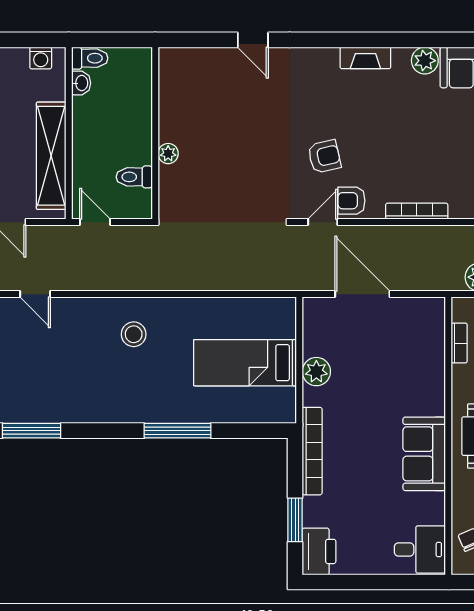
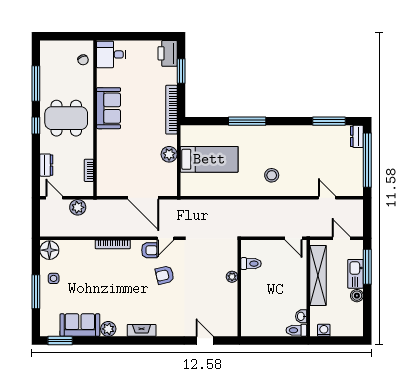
wall: (155, 133) -> (239, 288), moved
plant: (168, 154) -> (232, 277), moved
toilet: (134, 177) -> (251, 264), moved

